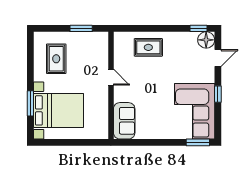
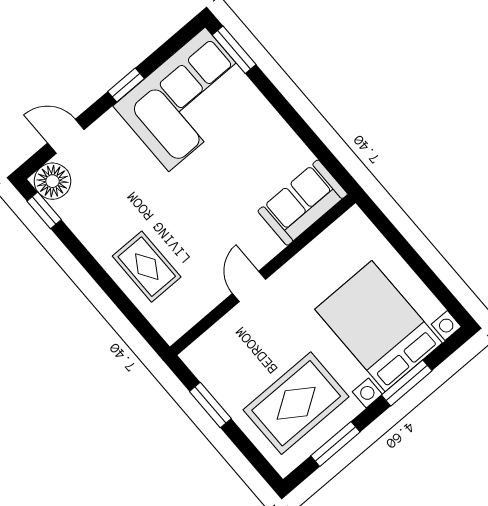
rug: (56, 59) -> (296, 403), width x1.36, depth x1.43
window: (30, 60) -> (335, 444), added

